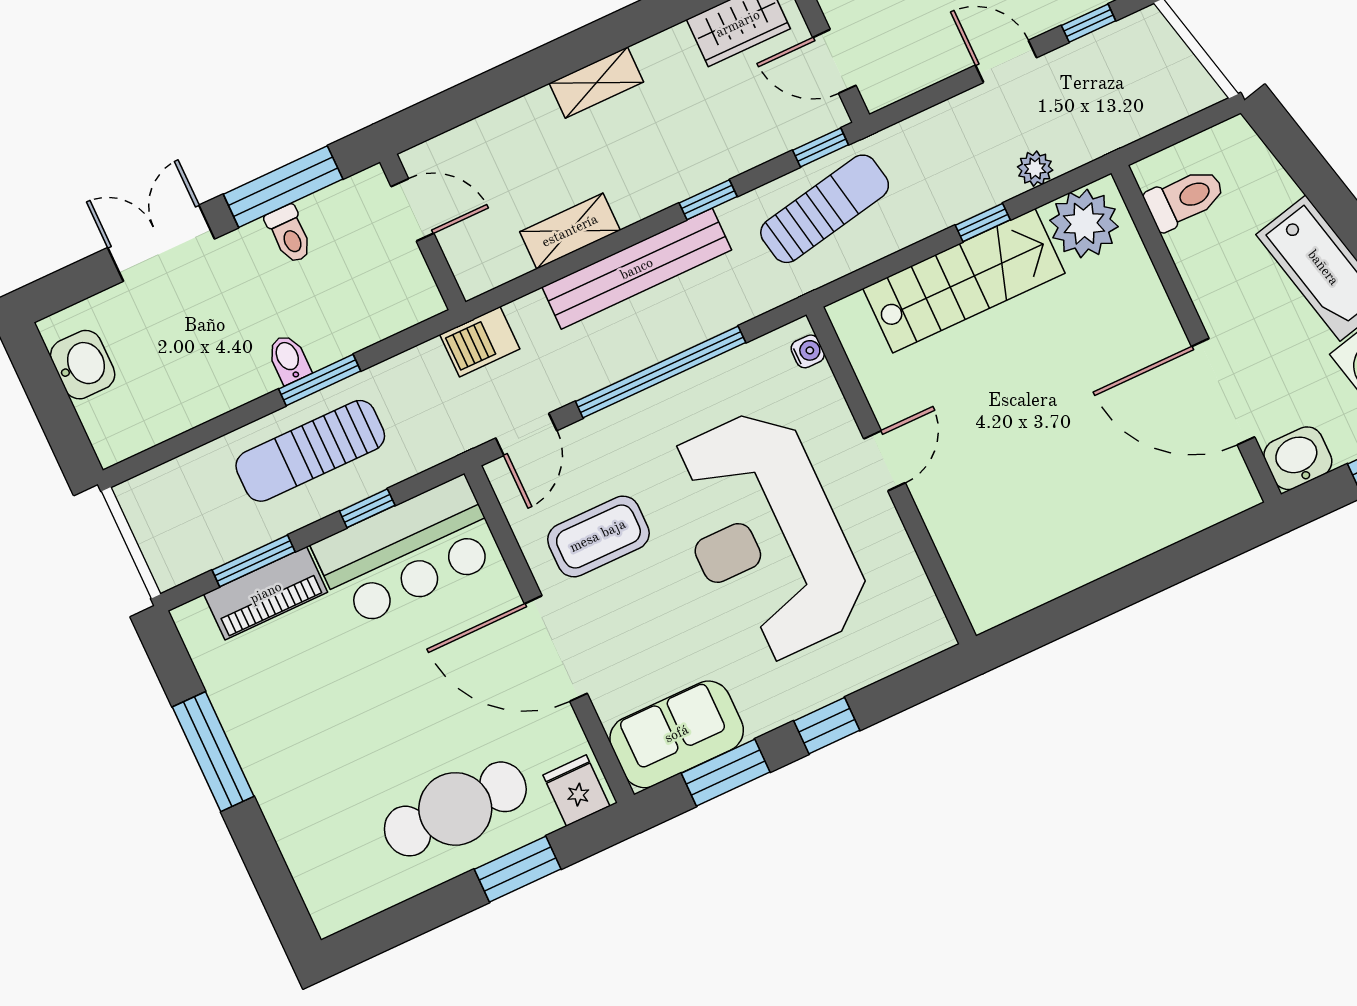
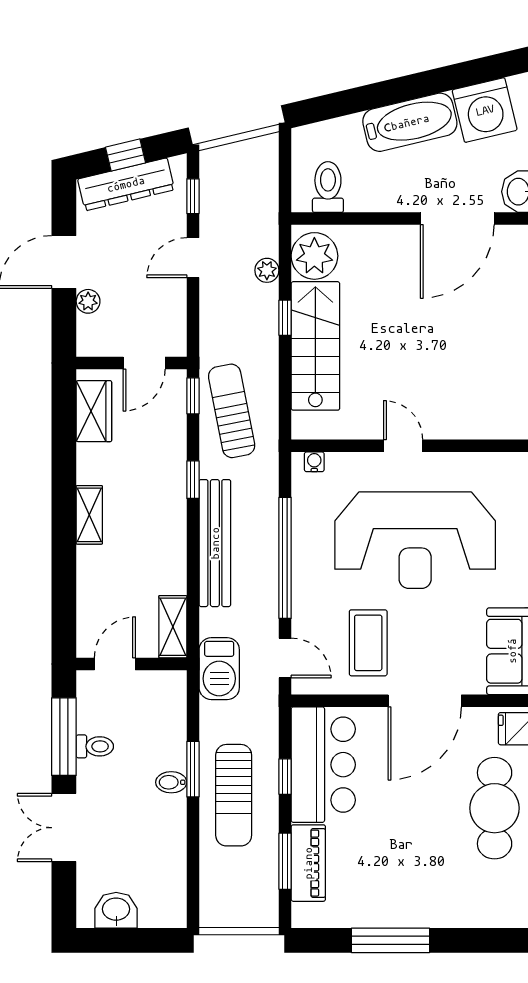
shelving: (570, 231) -> (173, 627), moved
barbecue: (480, 342) -> (219, 669), width x1.38, depth x1.27

